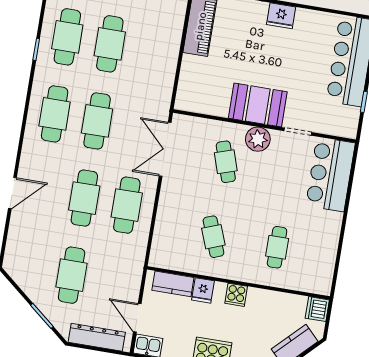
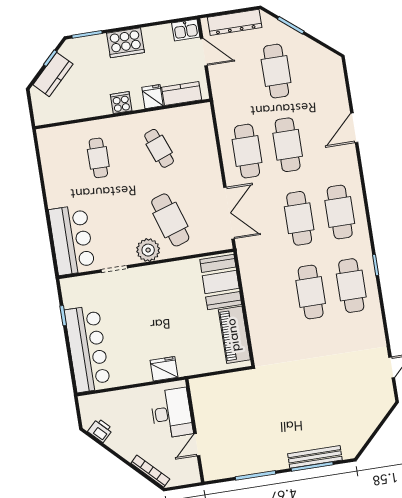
booth: (258, 105) -> (221, 282), moved, turned 90
cafe table: (226, 162) -> (170, 220), width x1.37, depth x1.35
dishwasher: (317, 309) -> (43, 114), removed

